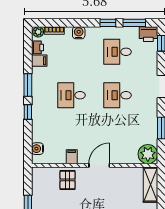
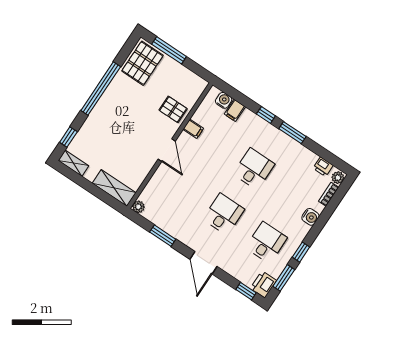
filing cabinet: (39, 61) -> (235, 110), moved
plant: (148, 154) -> (138, 207), width x0.53, depth x0.53

